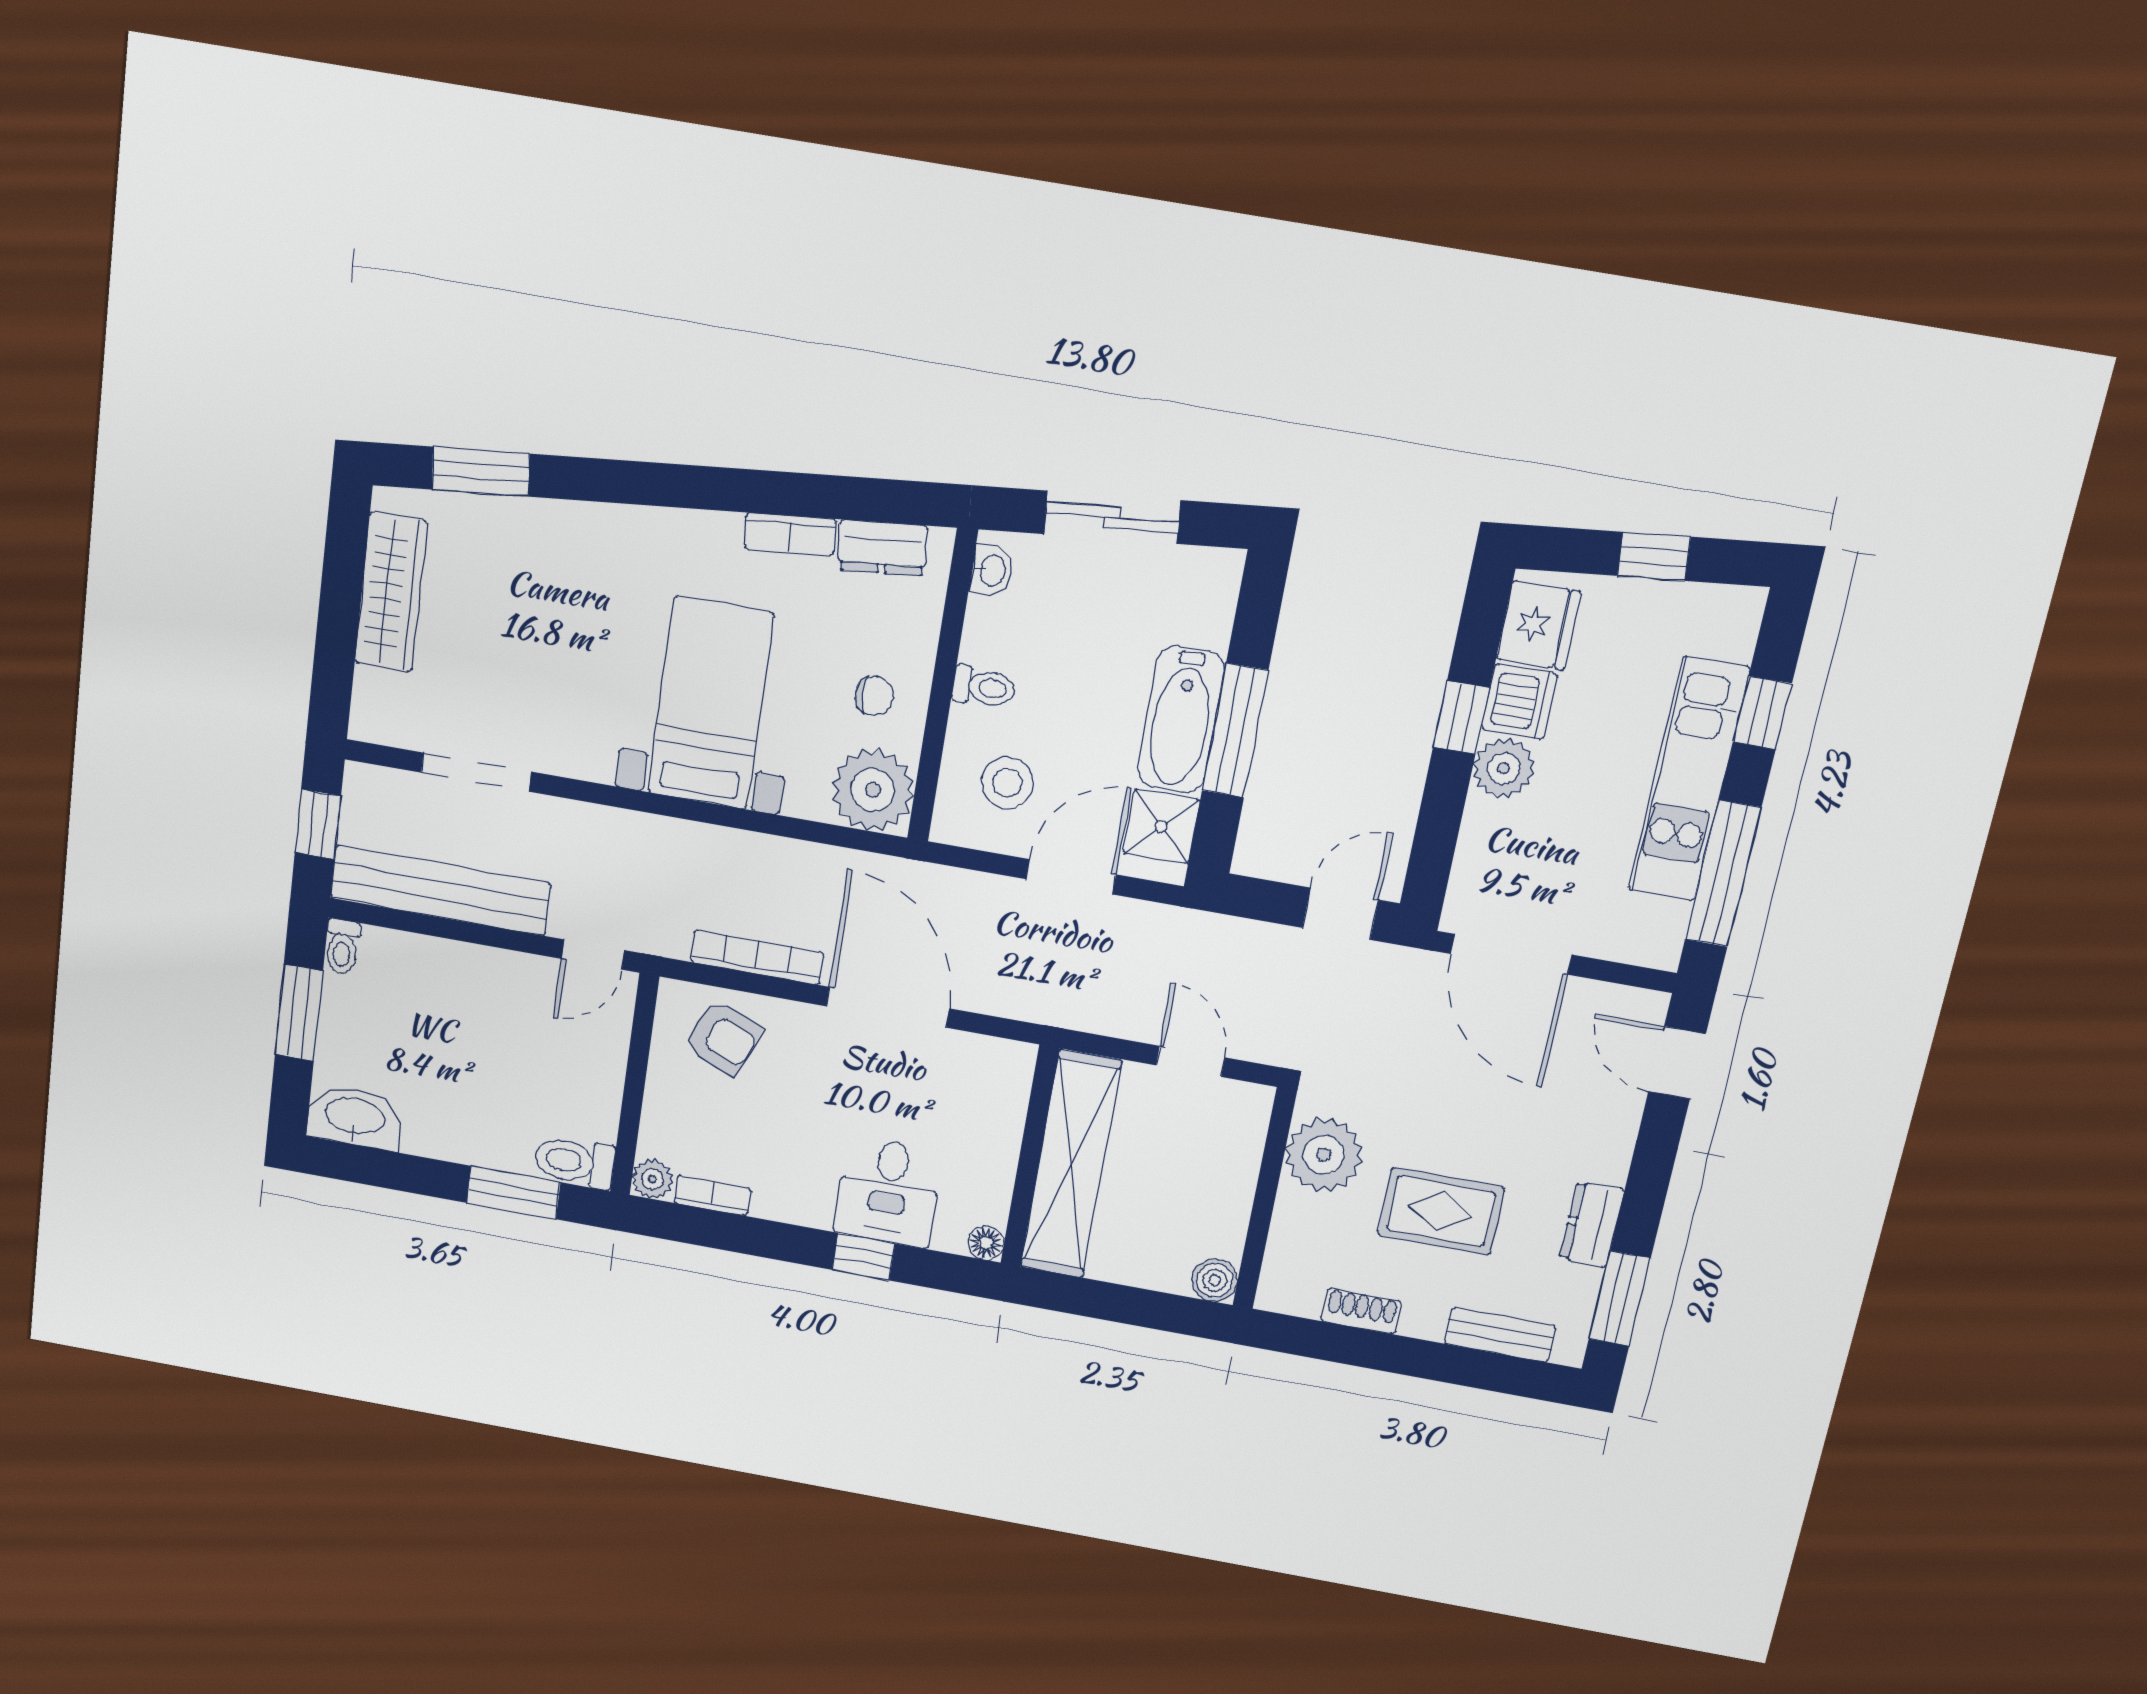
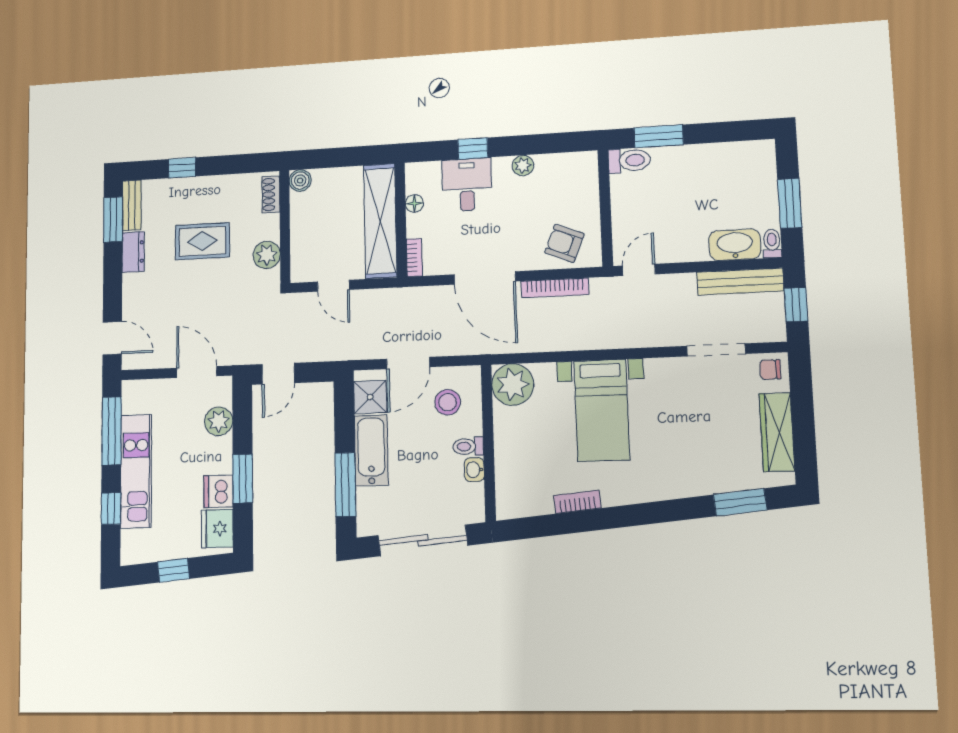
sliding door: (1112, 517) -> (423, 540), width x1.37
dresser: (883, 548) -> (530, 504), removed
washbasin: (992, 570) -> (474, 470), moved
chair: (874, 696) -> (770, 370), moved
window: (1461, 717) -> (243, 479), width x1.50
window: (1235, 731) -> (345, 485), moved
plant: (1504, 768) -> (219, 421), moved
bench: (440, 890) -> (740, 282), width x0.73, depth x0.82
door: (1511, 954) -> (197, 372), width x0.73
washbasin: (355, 1117) -> (735, 245), moved, turned 180
plant: (1324, 1155) -> (267, 255), width x0.73, depth x0.73
plant: (652, 1179) -> (523, 165), moved
bookcase: (713, 1196) -> (414, 258), moved, turned -90
floor lamp: (986, 1243) -> (414, 203), moved
shoe rack: (1361, 1311) -> (271, 194), moved, turned 90
bench: (1500, 1335) -> (132, 205), moved, turned 90
window: (1451, 1364) -> (182, 168), added

